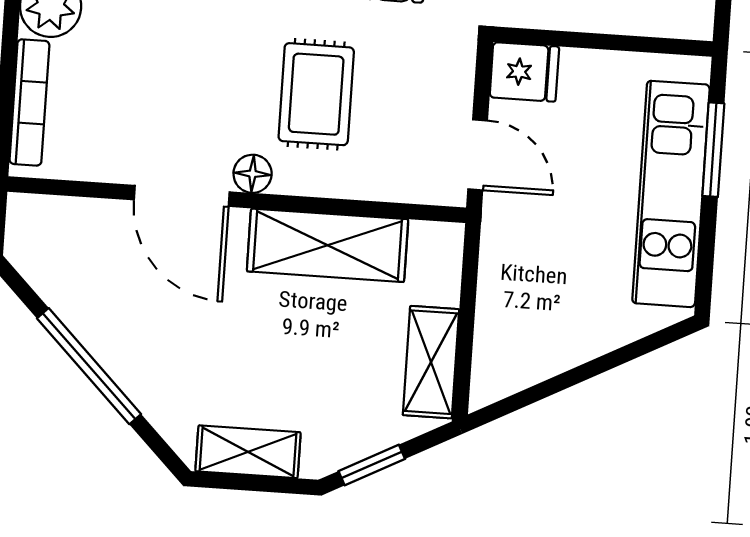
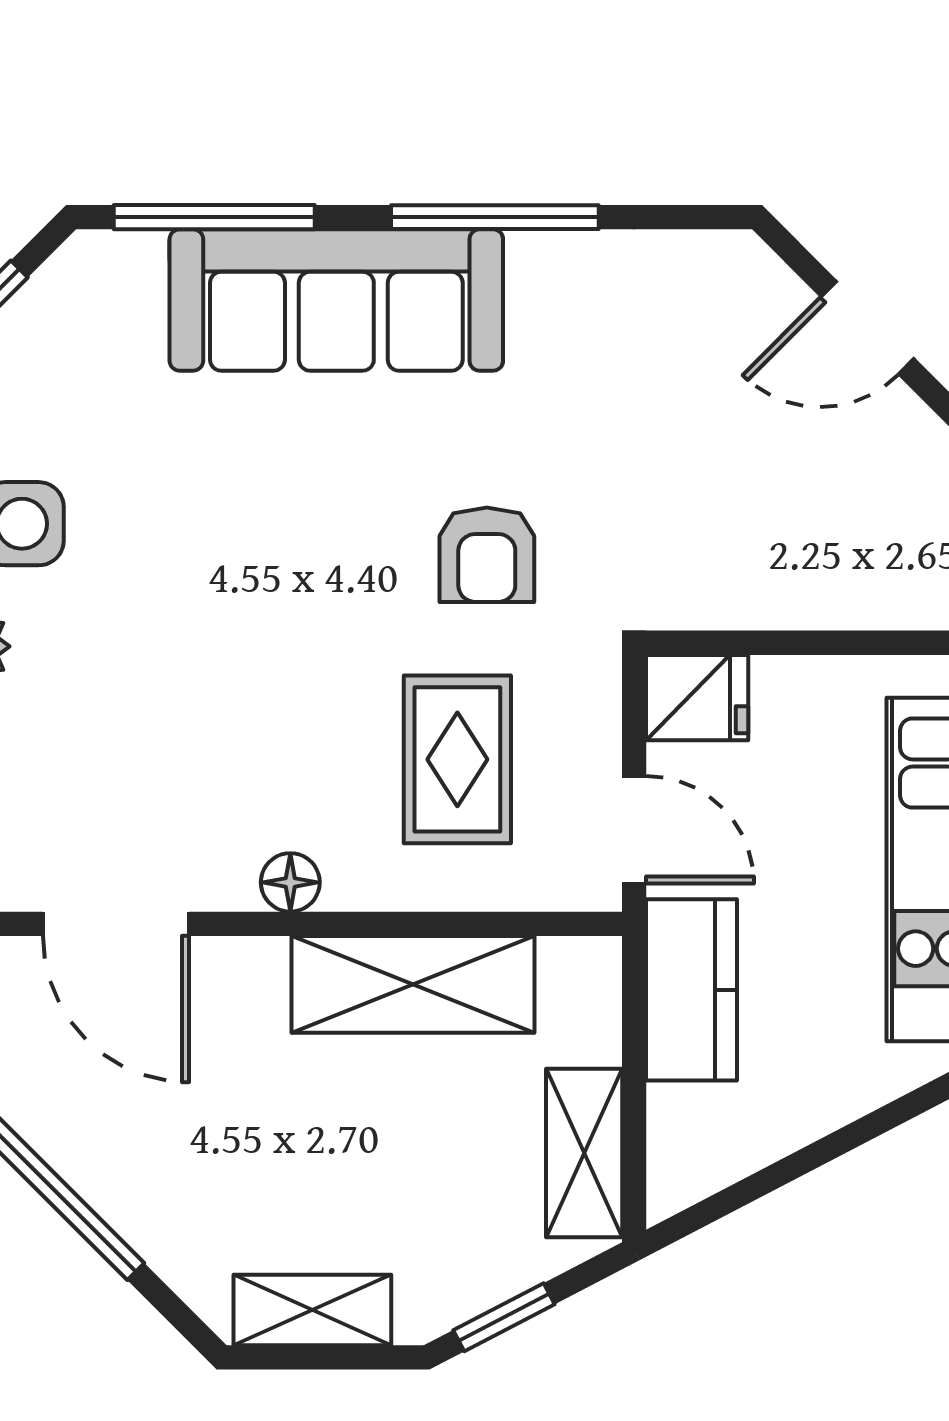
rug: (316, 94) -> (457, 759), moved
door: (182, 196) -> (116, 924), moved
kitchen counter: (508, 261) -> (692, 990), added

